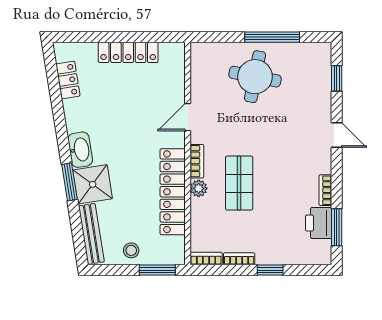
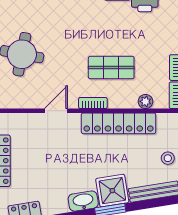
door: (188, 117) -> (56, 111), swing flipped
plant: (199, 188) -> (145, 101), moved

